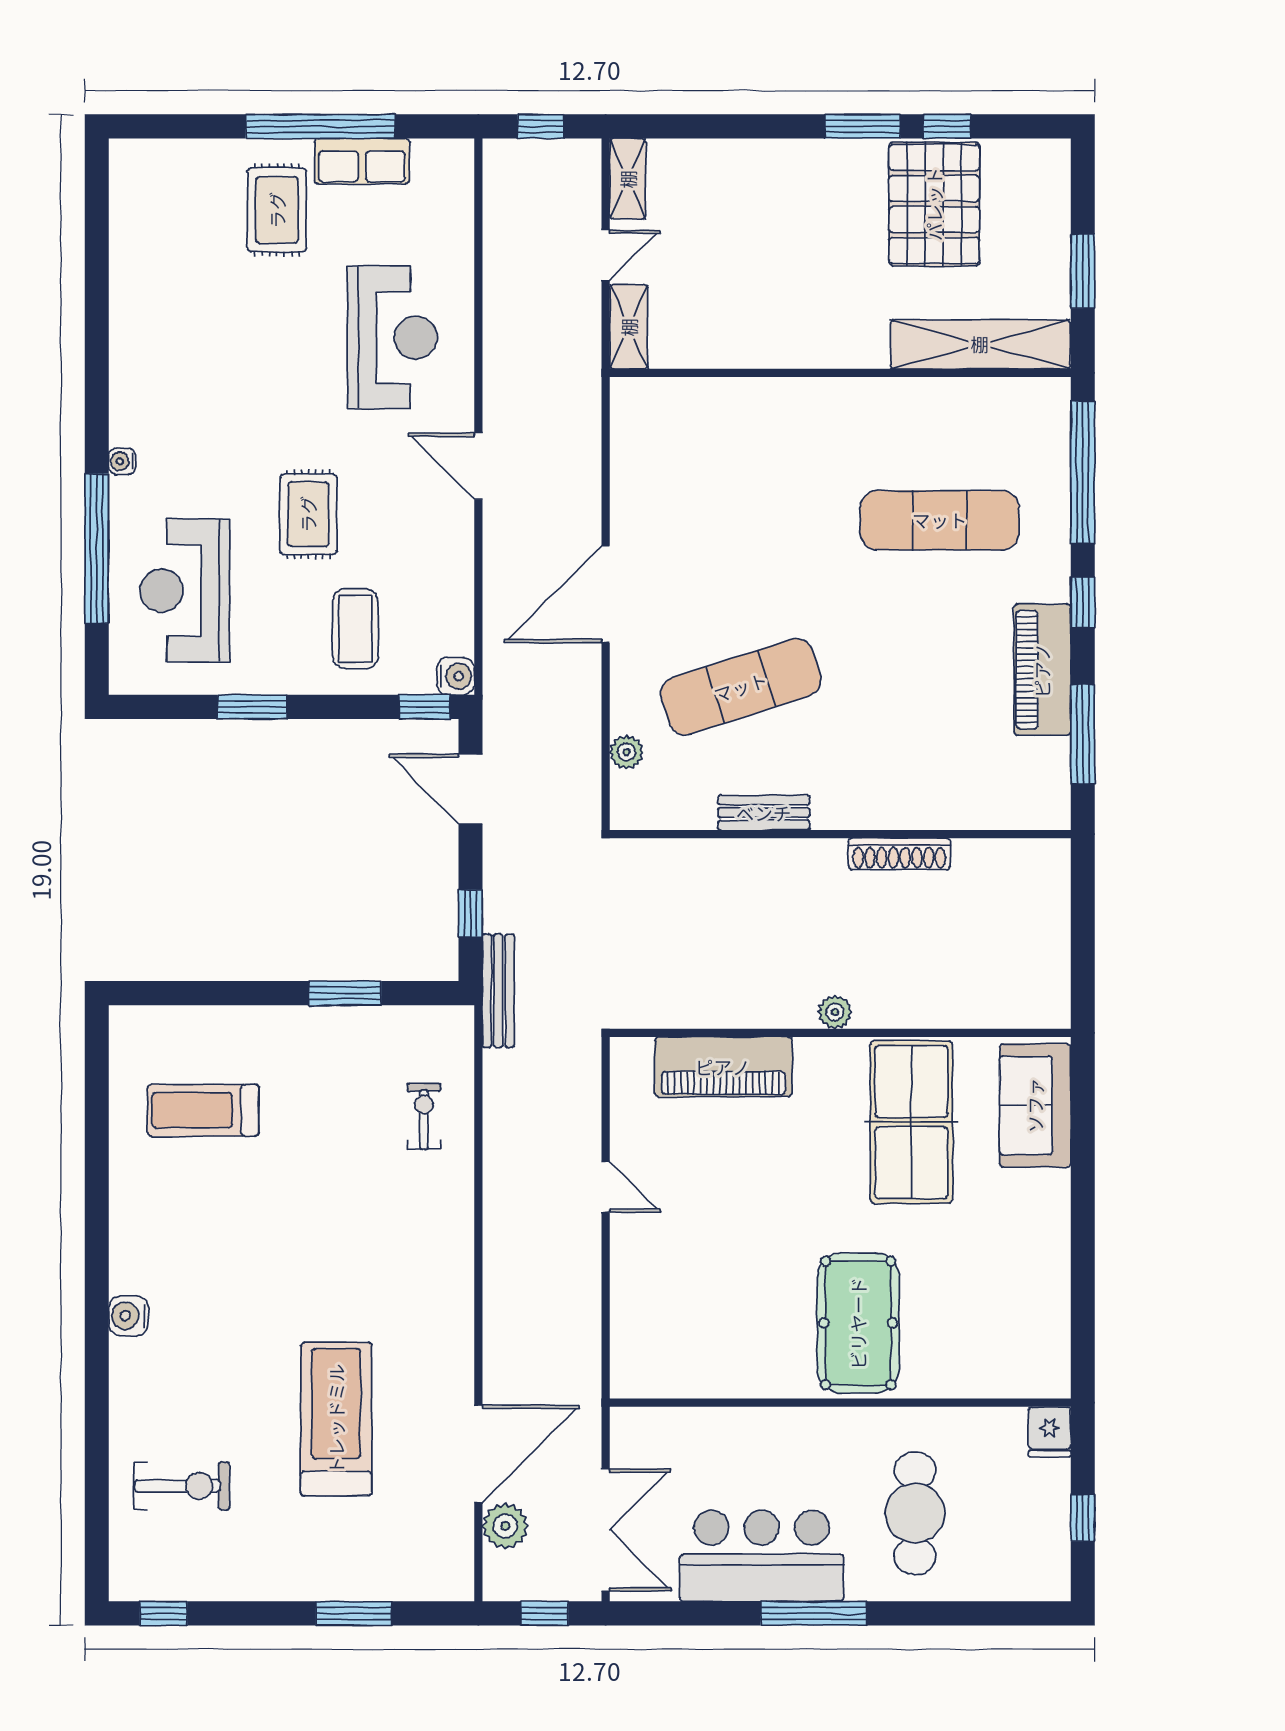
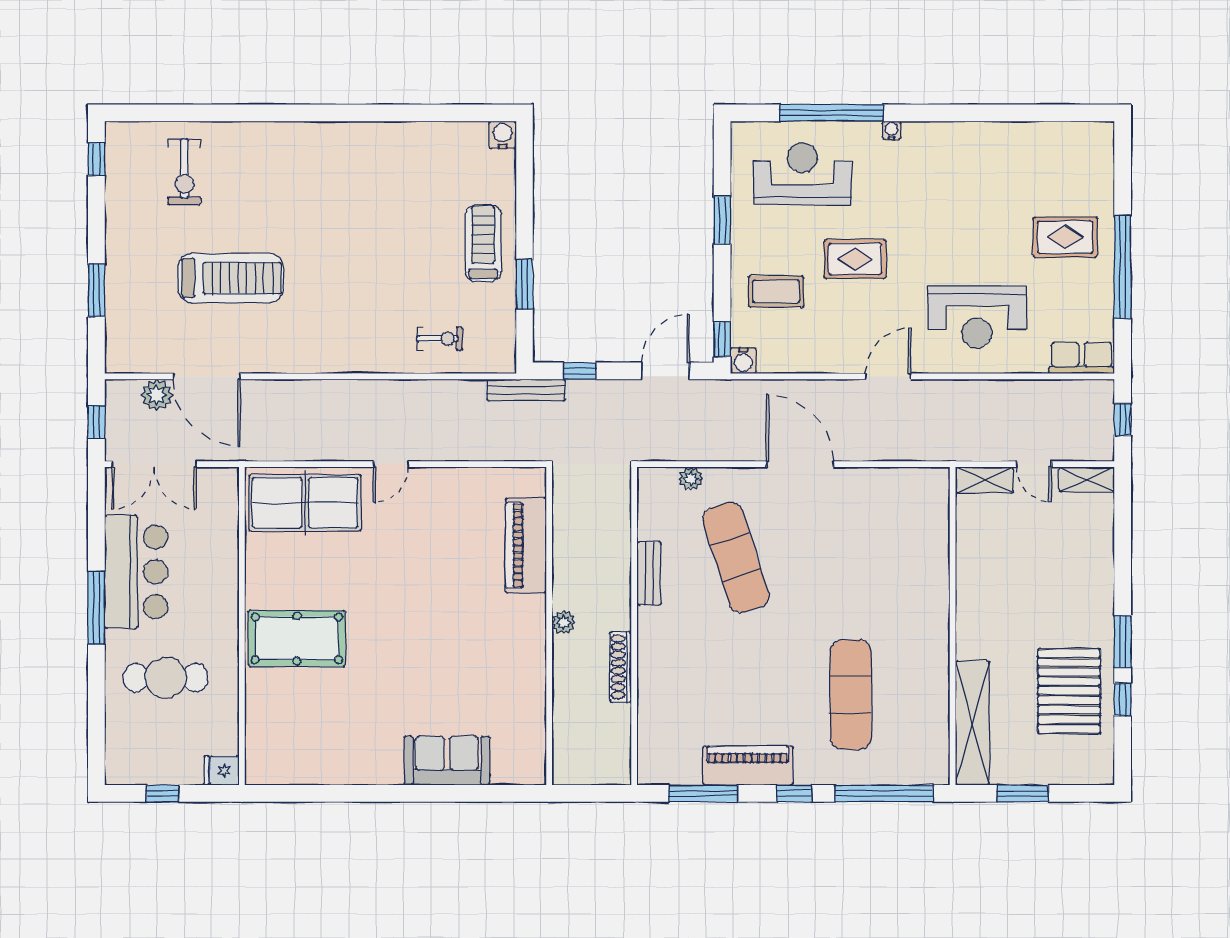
row of seats: (362, 161) -> (1082, 358), moved, turned 90
pallet: (934, 204) -> (1069, 691), turned 90
plant: (835, 1012) -> (564, 622), moved
wall: (840, 1033) -> (549, 626), moved
piano: (723, 1067) -> (526, 545), moved
treadmill: (203, 1110) -> (483, 243), moved
table tennis table: (911, 1122) -> (305, 503), moved
water cooler: (128, 1316) -> (503, 135), moved

